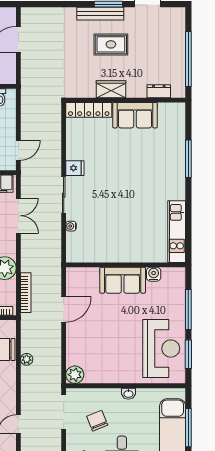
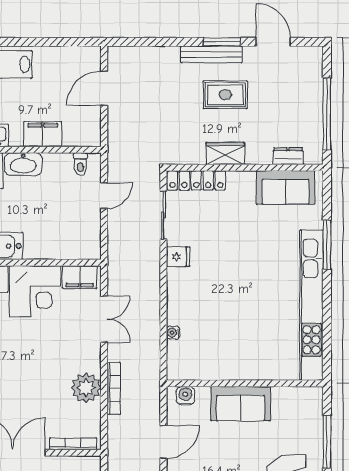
sofa: (135, 115) -> (286, 187), moved
door: (18, 150) -> (104, 196), moved
sliding door: (64, 195) -> (163, 215), moved
kitchen unit: (177, 232) -> (311, 305), width x1.86
water cooler: (154, 274) -> (185, 396), moved
bookcase: (26, 293) -> (114, 388), moved

